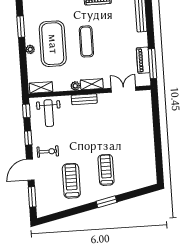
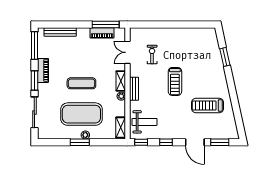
window: (21, 27) -> (80, 142), moved
exercise bike: (48, 151) -> (152, 54), moved
treadmill: (106, 170) -> (175, 81), moved, turned -90
window: (106, 202) -> (225, 57), moved

